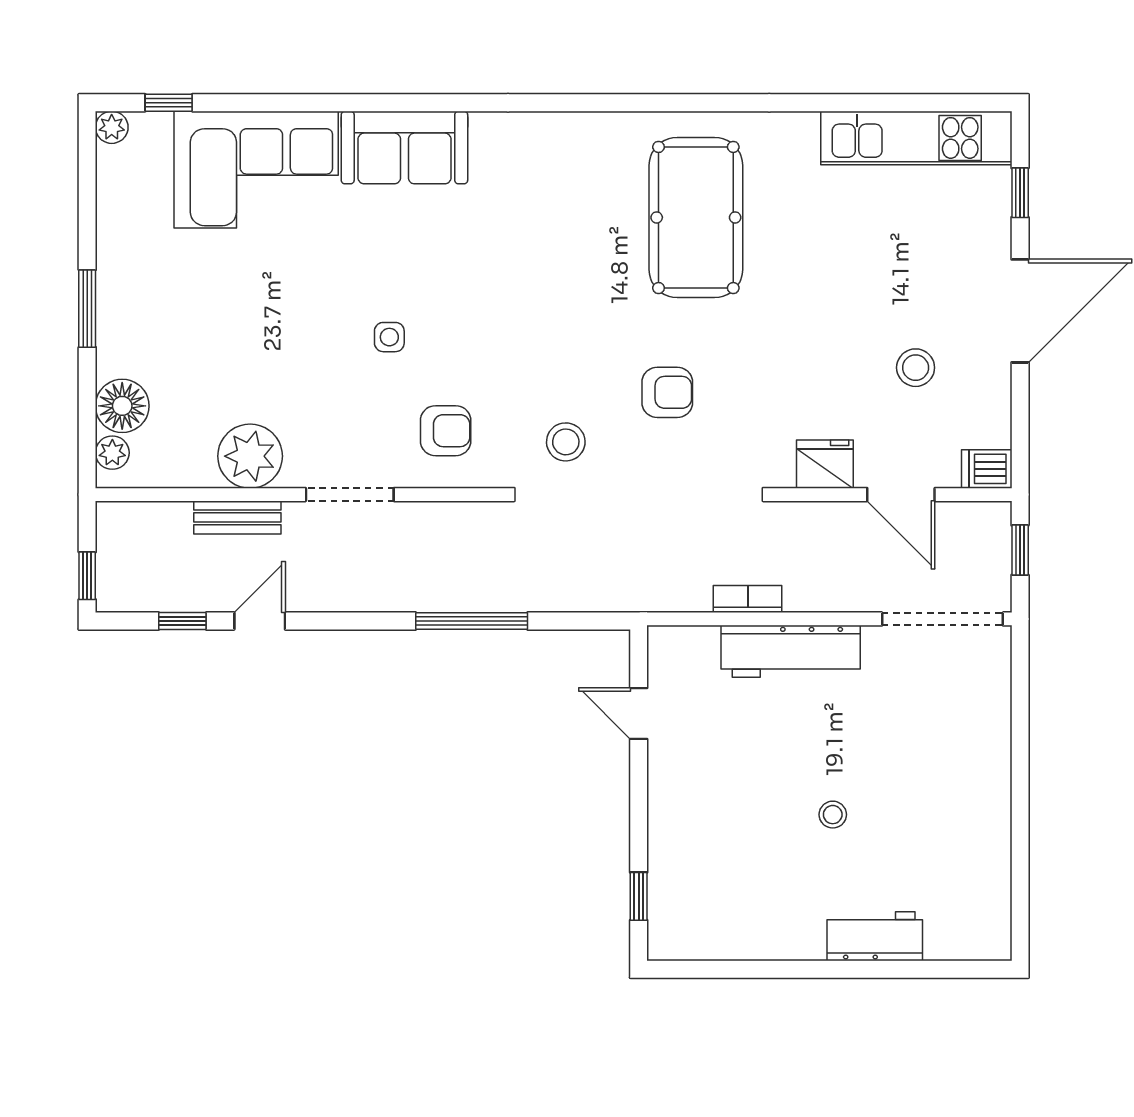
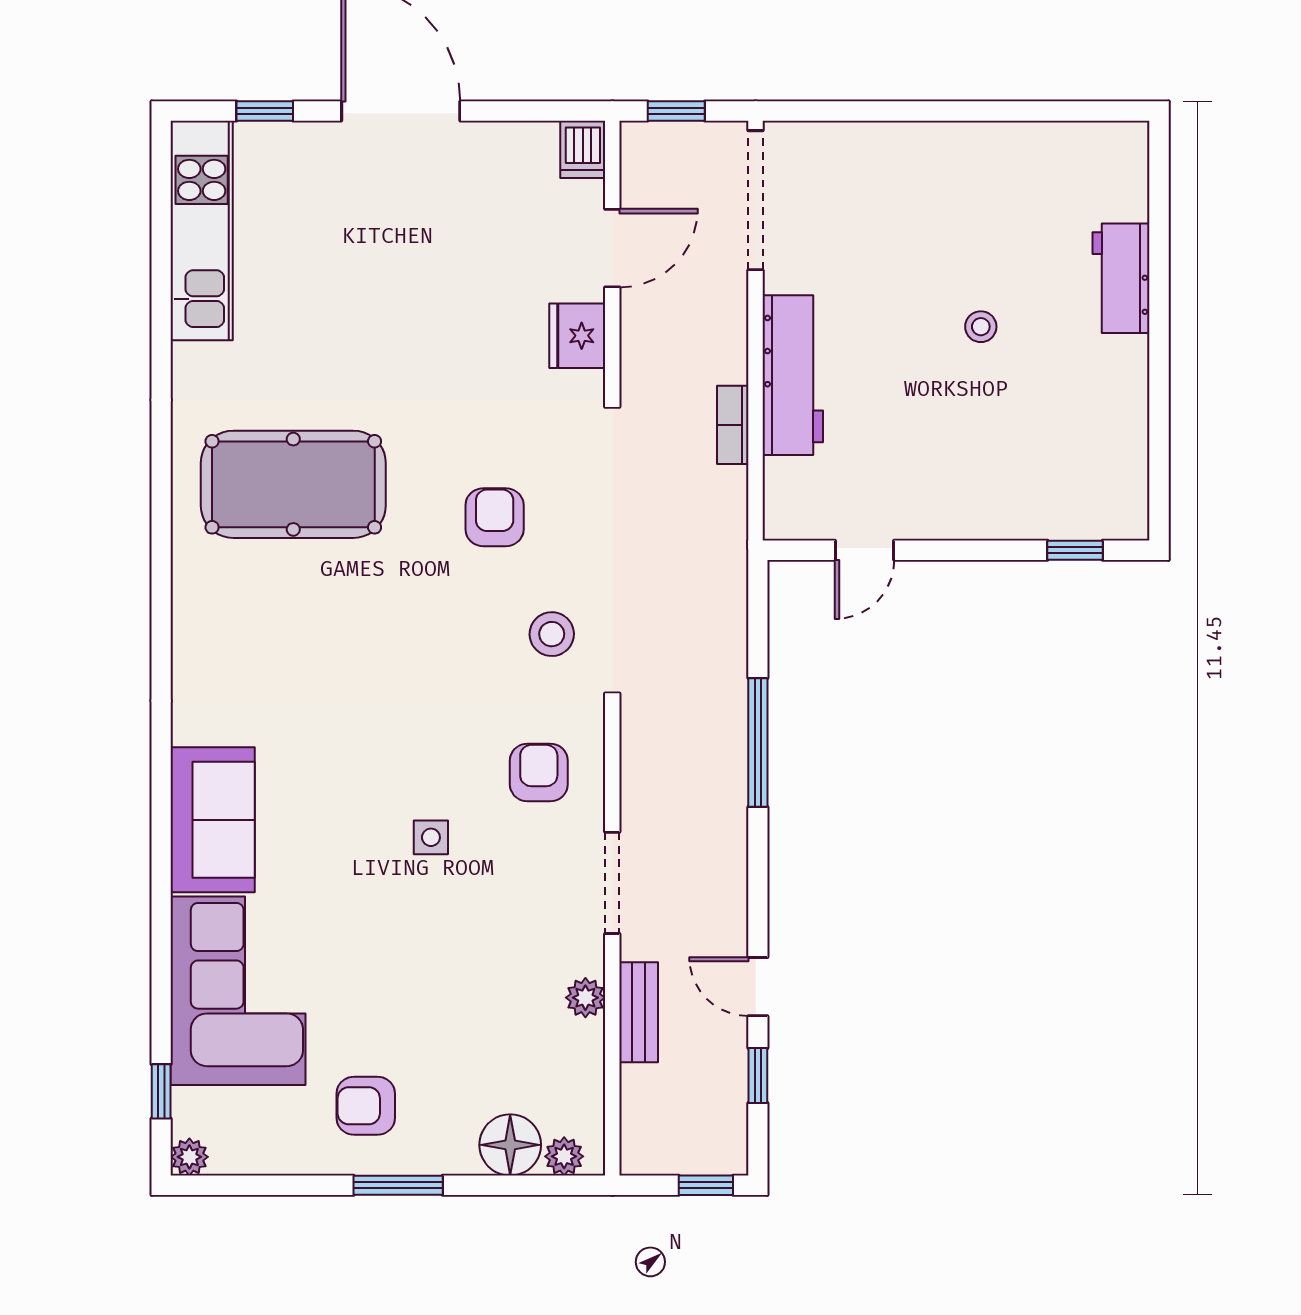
armchair: (156, 280) -> (366, 1106), added
stool: (916, 368) -> (466, 231), removed
plant: (250, 456) -> (585, 998), width x0.53, depth x0.53

